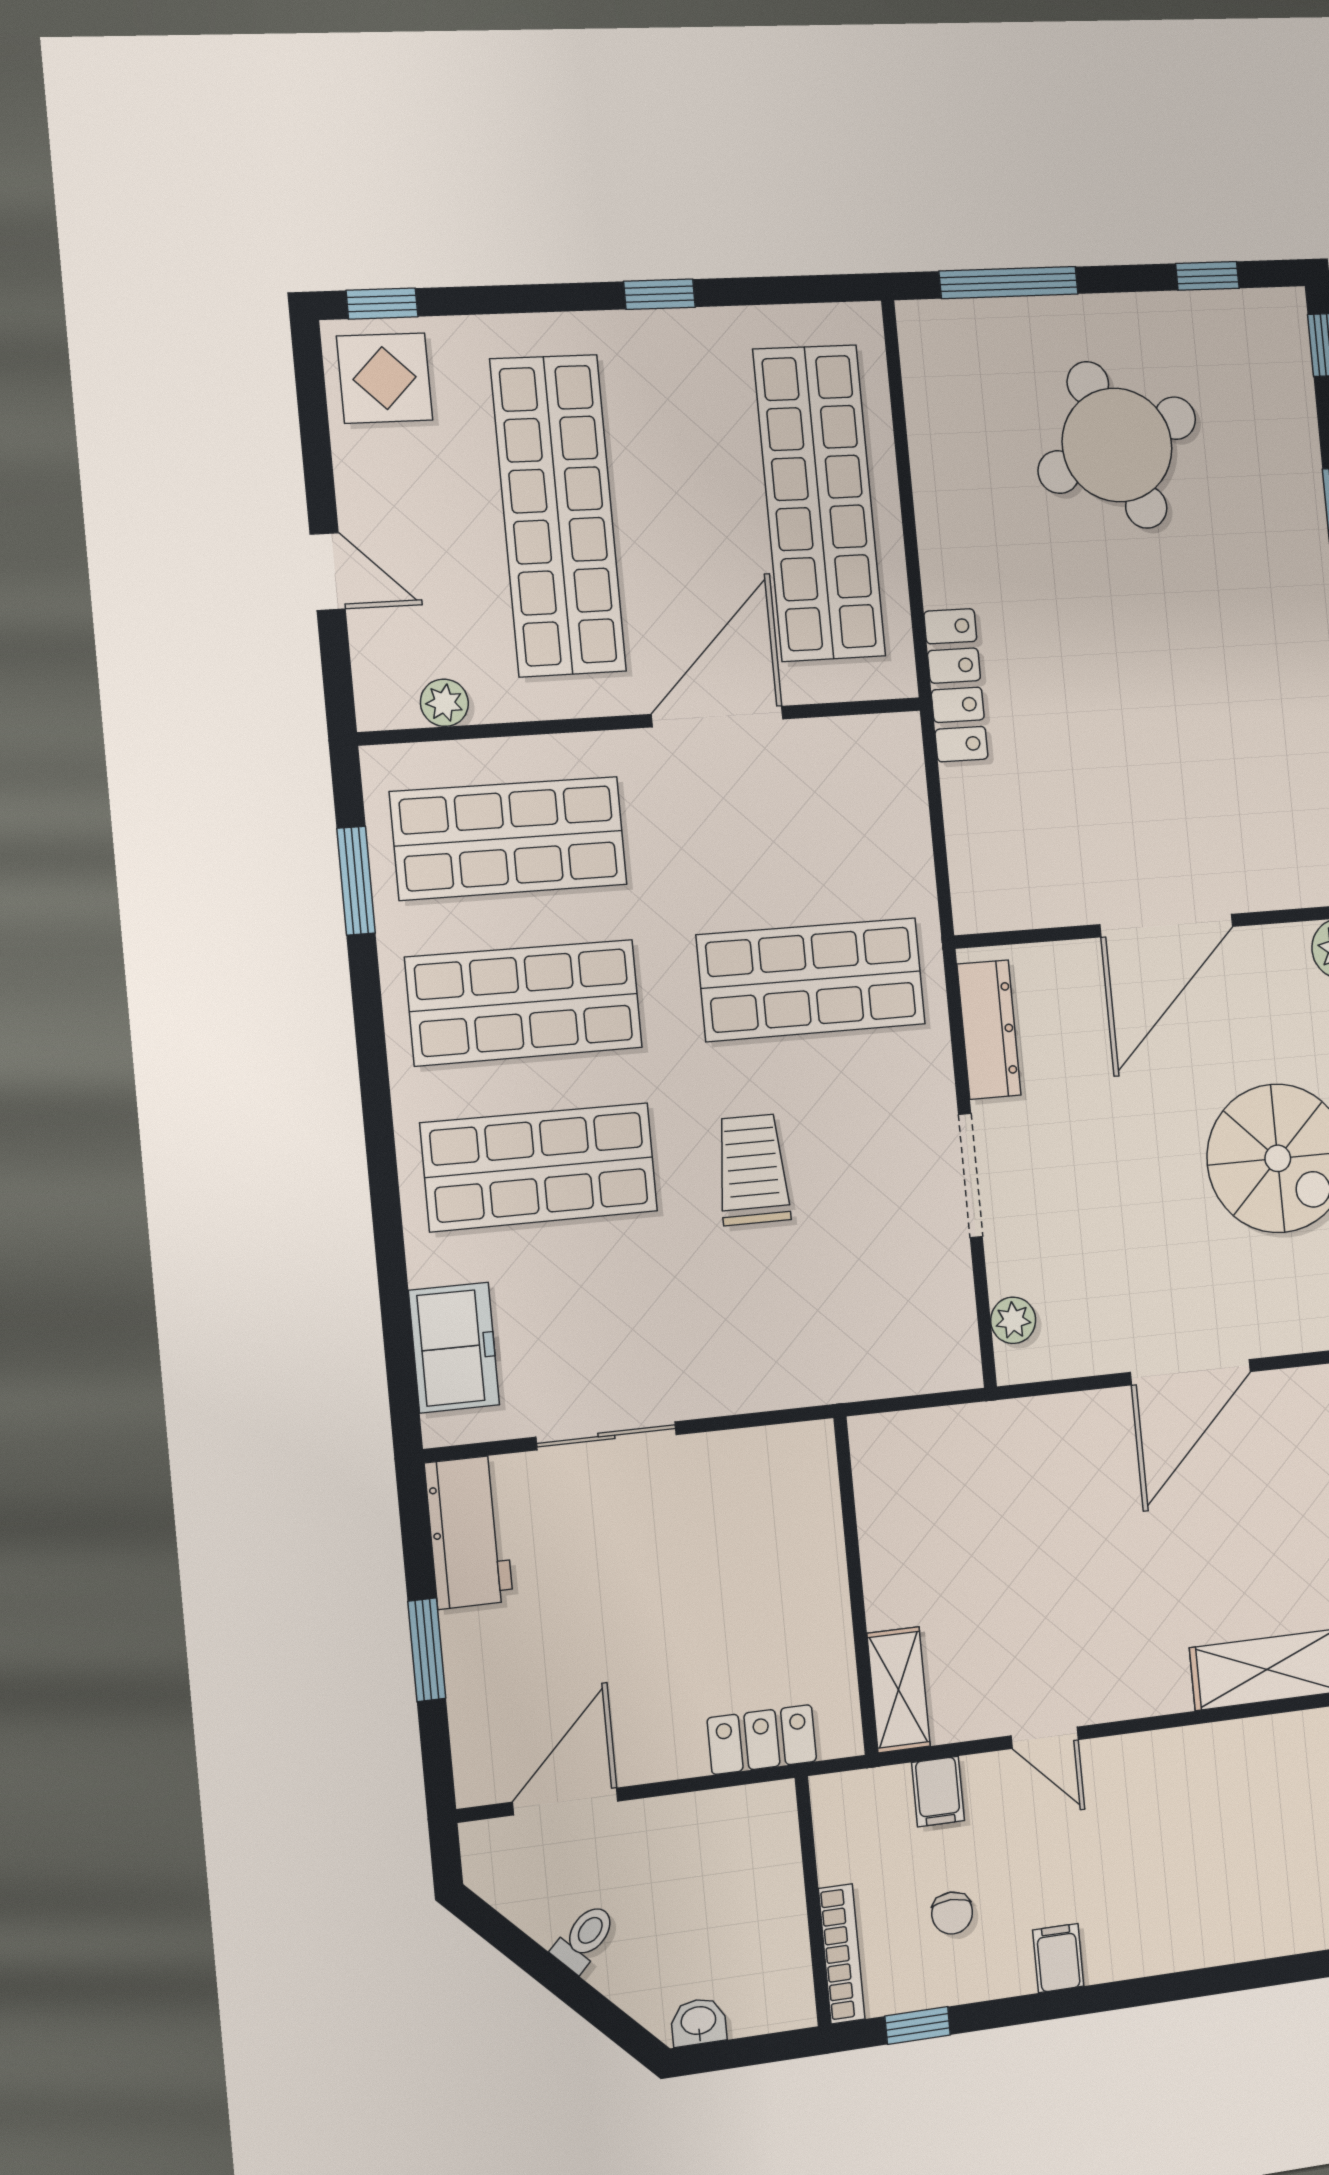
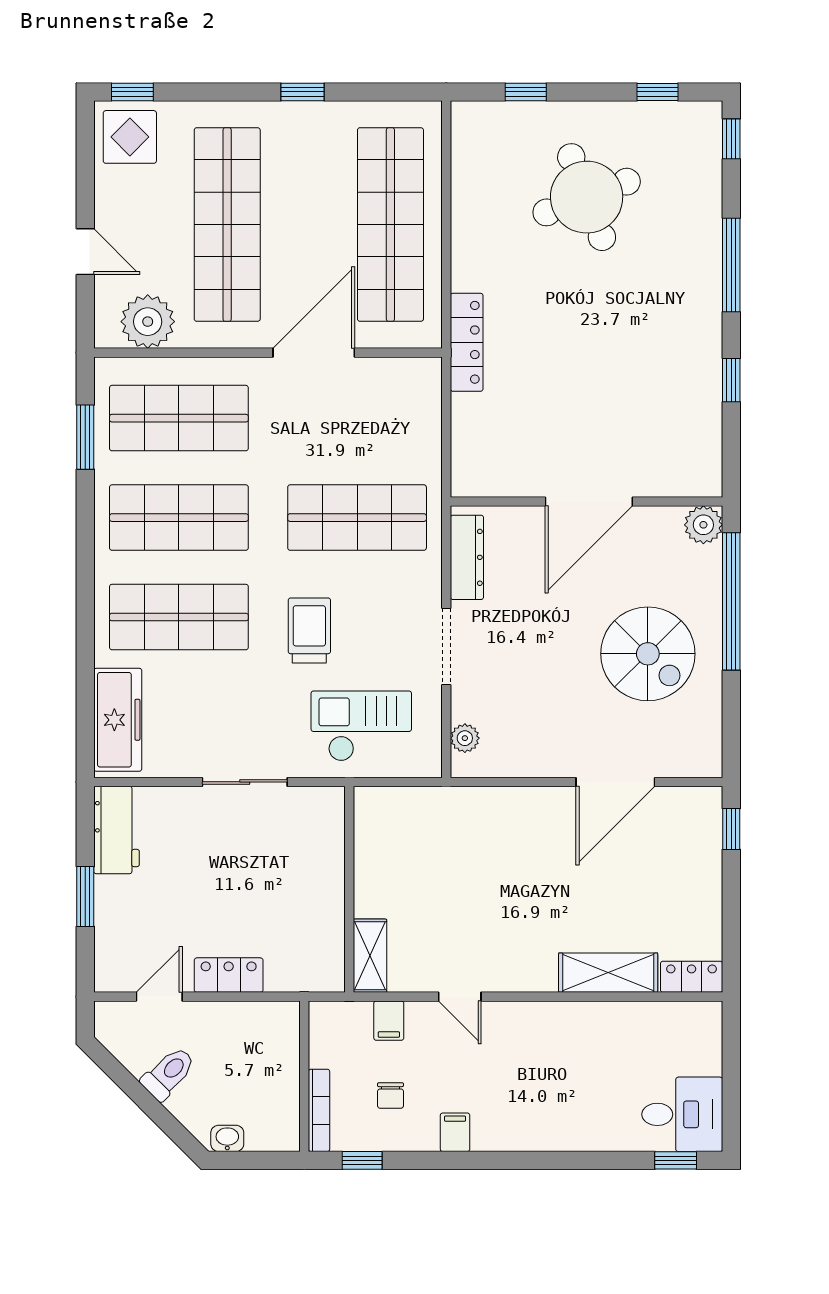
window: (1009, 283) -> (526, 92), width x0.46
plant: (444, 703) -> (148, 322), width x1.87, depth x1.87
checkout: (849, 1317) -> (361, 726), added
freezer: (454, 1348) -> (118, 720), width x1.40
door: (1190, 1372) -> (615, 782), moved
sliding door: (606, 1436) -> (245, 782), moved
locker: (762, 1740) -> (229, 975), moved
door: (565, 1802) -> (159, 997), width x0.73
toilet: (584, 1938) -> (168, 1073), width x1.37, depth x1.39

